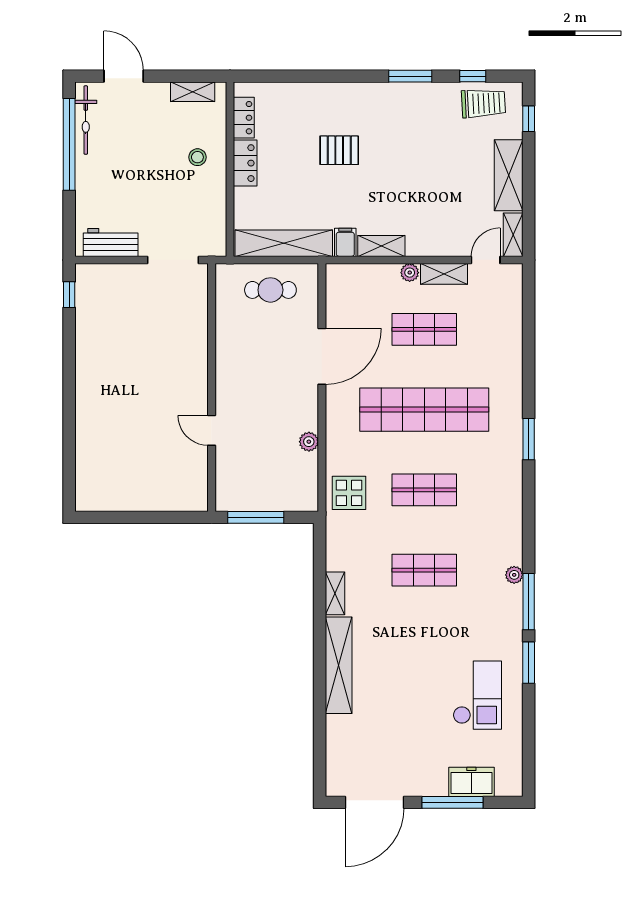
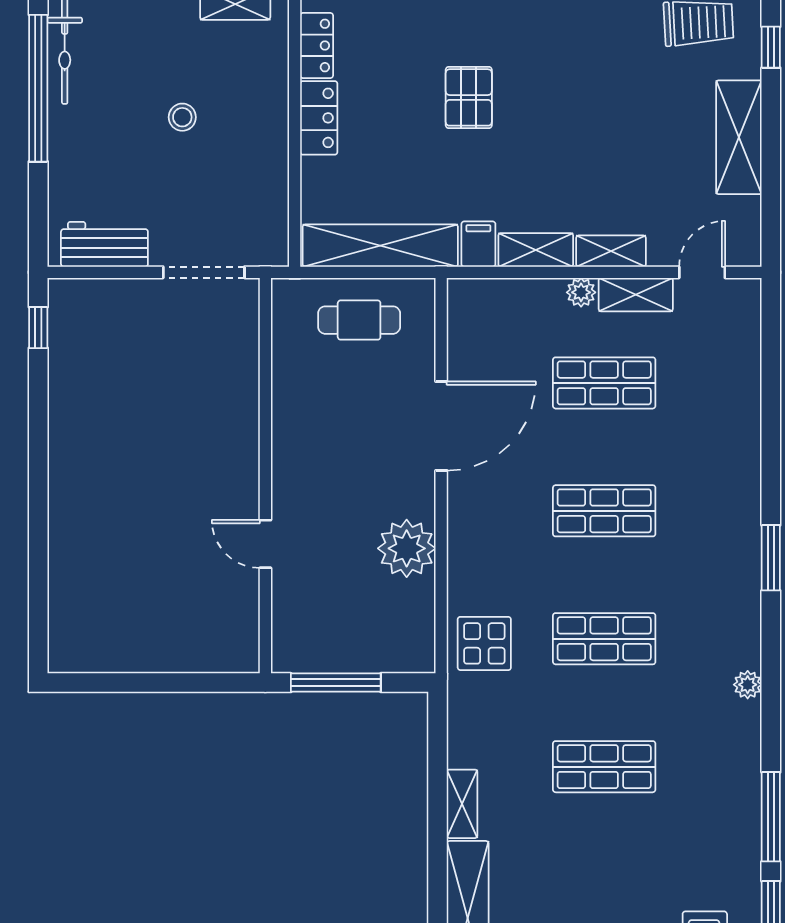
pallet: (339, 150) -> (469, 97), turned 90
stool: (197, 157) -> (182, 117), moved
shelving: (513, 235) -> (611, 251), moved, turned 90
shop shelf: (424, 410) -> (604, 511), width x0.50, depth x0.74
plant: (309, 442) -> (407, 548), width x1.88, depth x1.88
plant: (514, 575) -> (748, 685), moved

